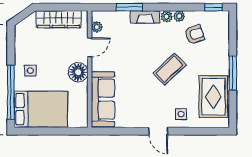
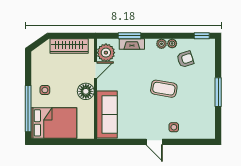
fireplace: (145, 17) -> (132, 44), moved
plant: (97, 27) -> (106, 53), width x1.87, depth x1.87
coffee table: (169, 69) -> (164, 89), turned 53
rug: (213, 97) -> (201, 112), removed

